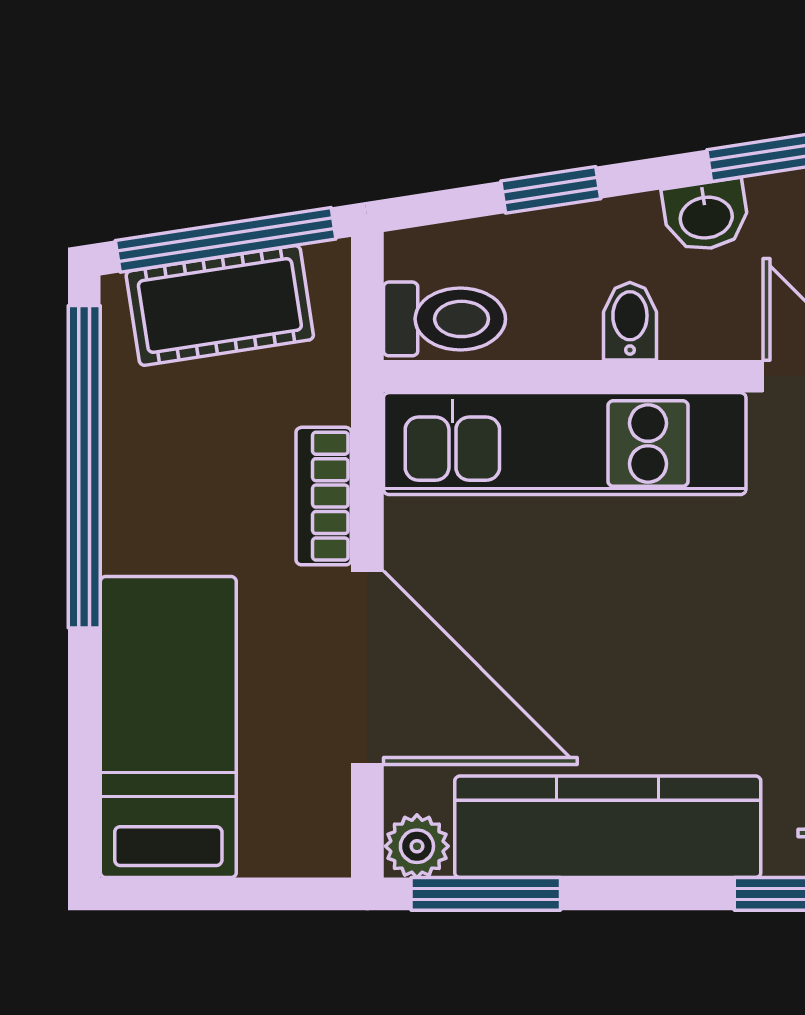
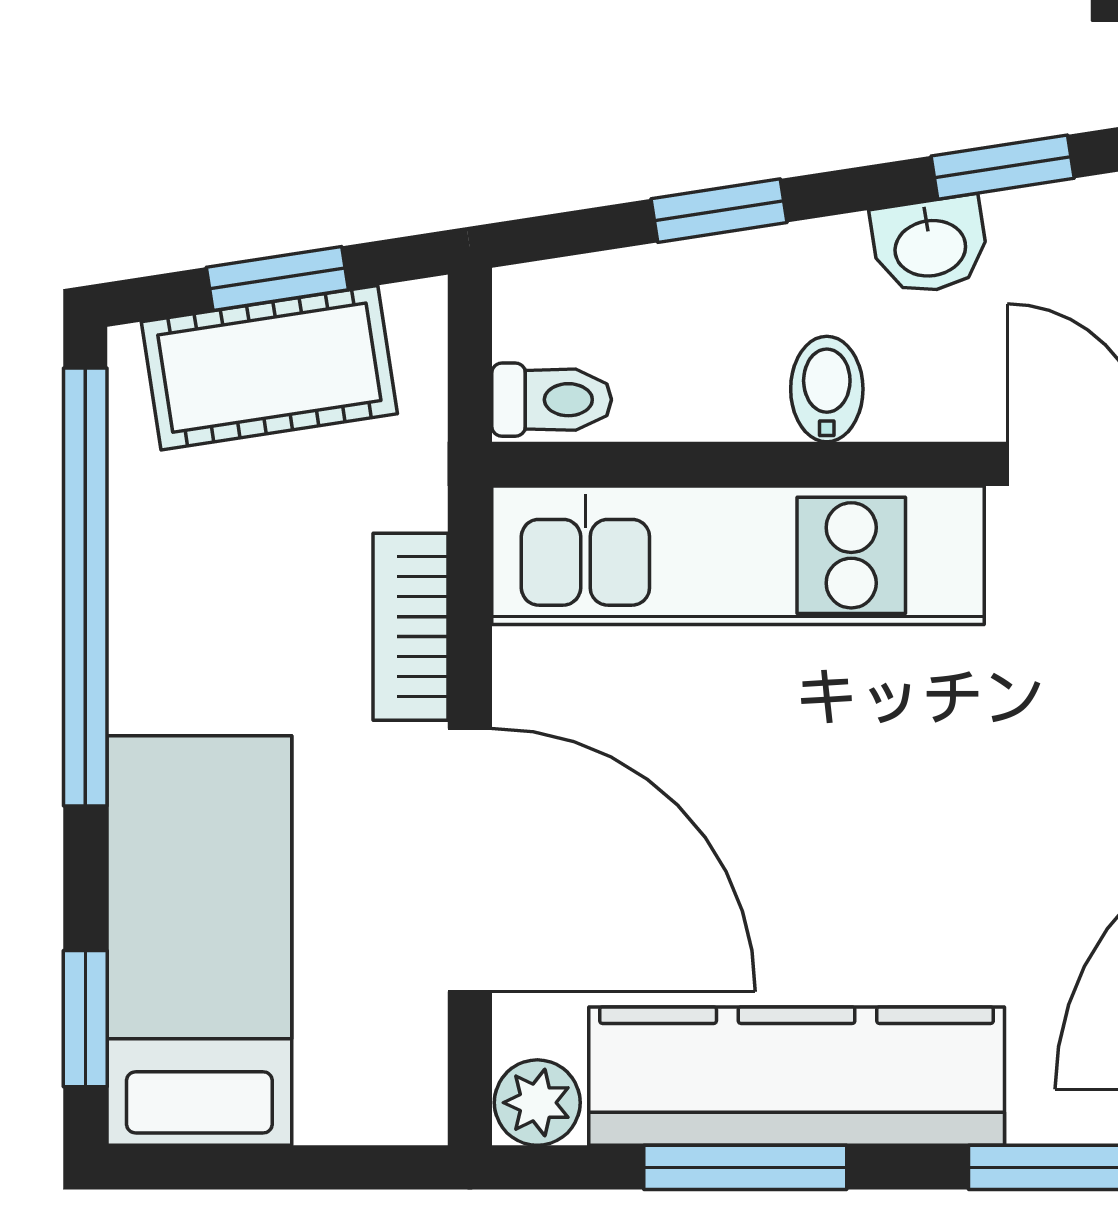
window: (226, 240) -> (277, 278), width x0.46
toilet: (444, 319) -> (552, 400), width x0.73, depth x0.72
window: (84, 785) -> (85, 1019), added
window: (486, 894) -> (745, 1167), moved

